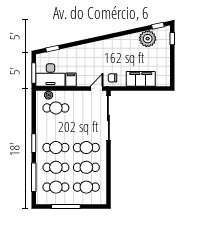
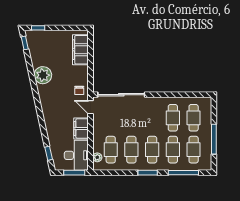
plant: (148, 39) -> (43, 75), moved
filing cabinet: (141, 79) -> (80, 50), moved
filing cabinet: (71, 80) -> (81, 129), width x2.00
cafe table: (86, 148) -> (131, 150), moved

